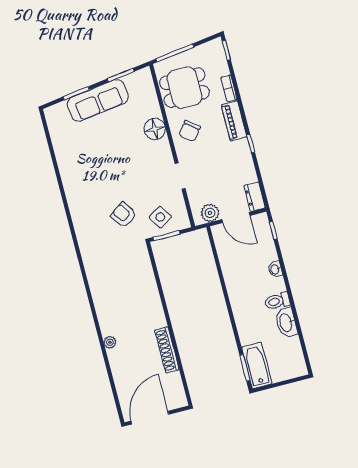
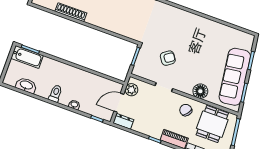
sofa: (98, 100) -> (235, 77), width x1.36, depth x1.27
armchair: (124, 215) -> (168, 58), moved
side table: (160, 217) -> (148, 60), removed
washbasin: (286, 322) -> (26, 85), moved

